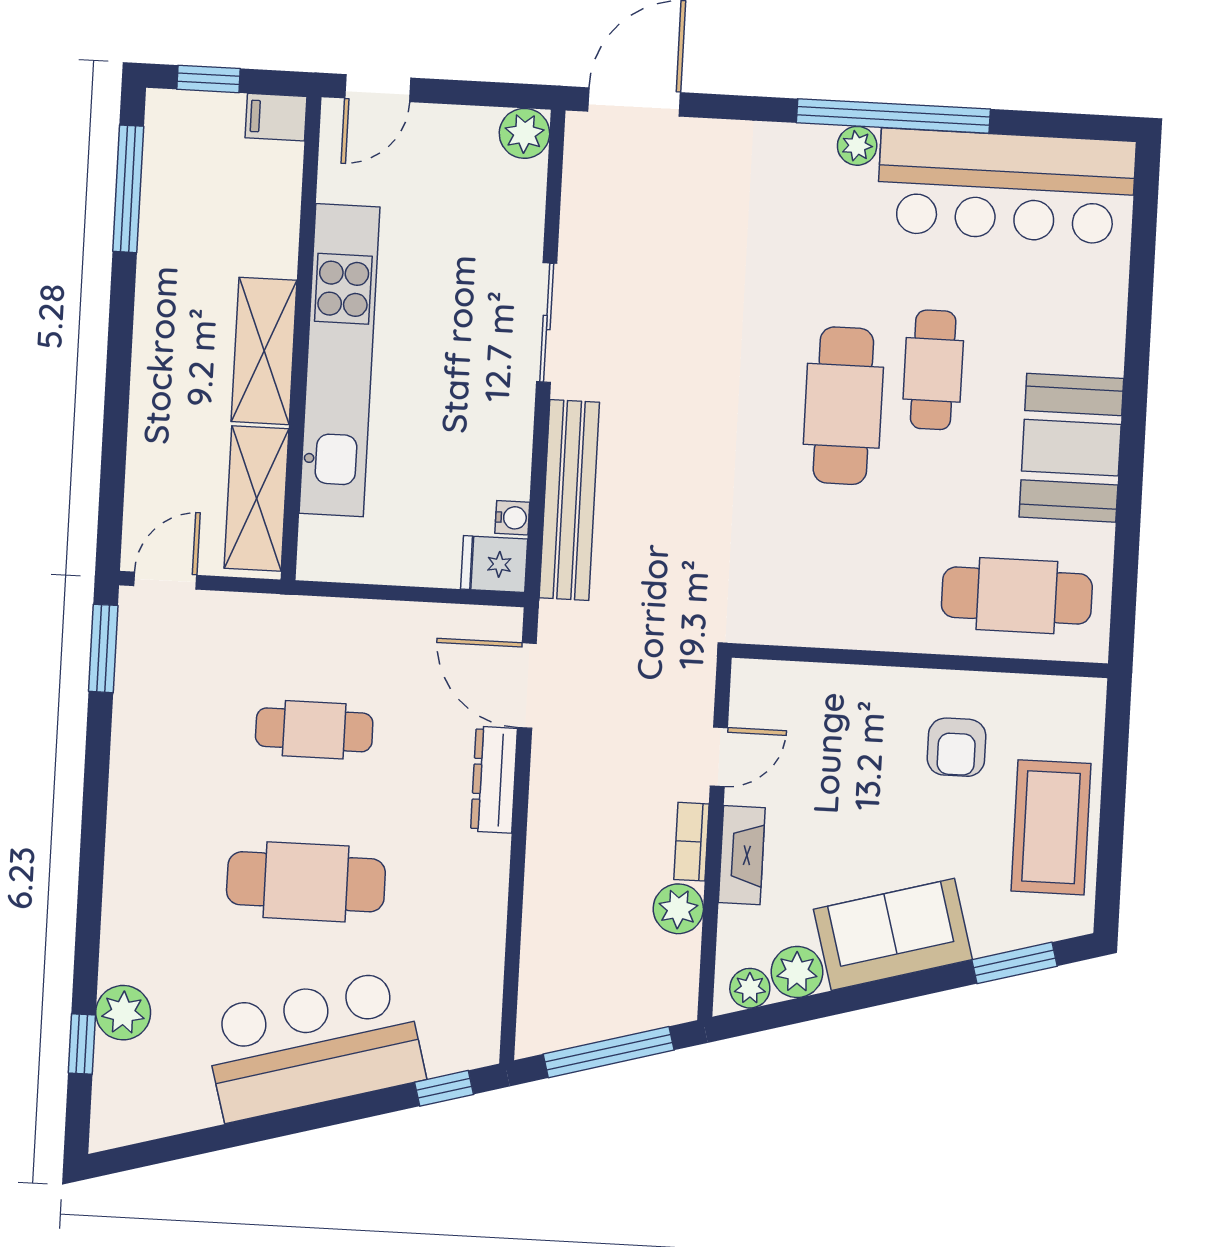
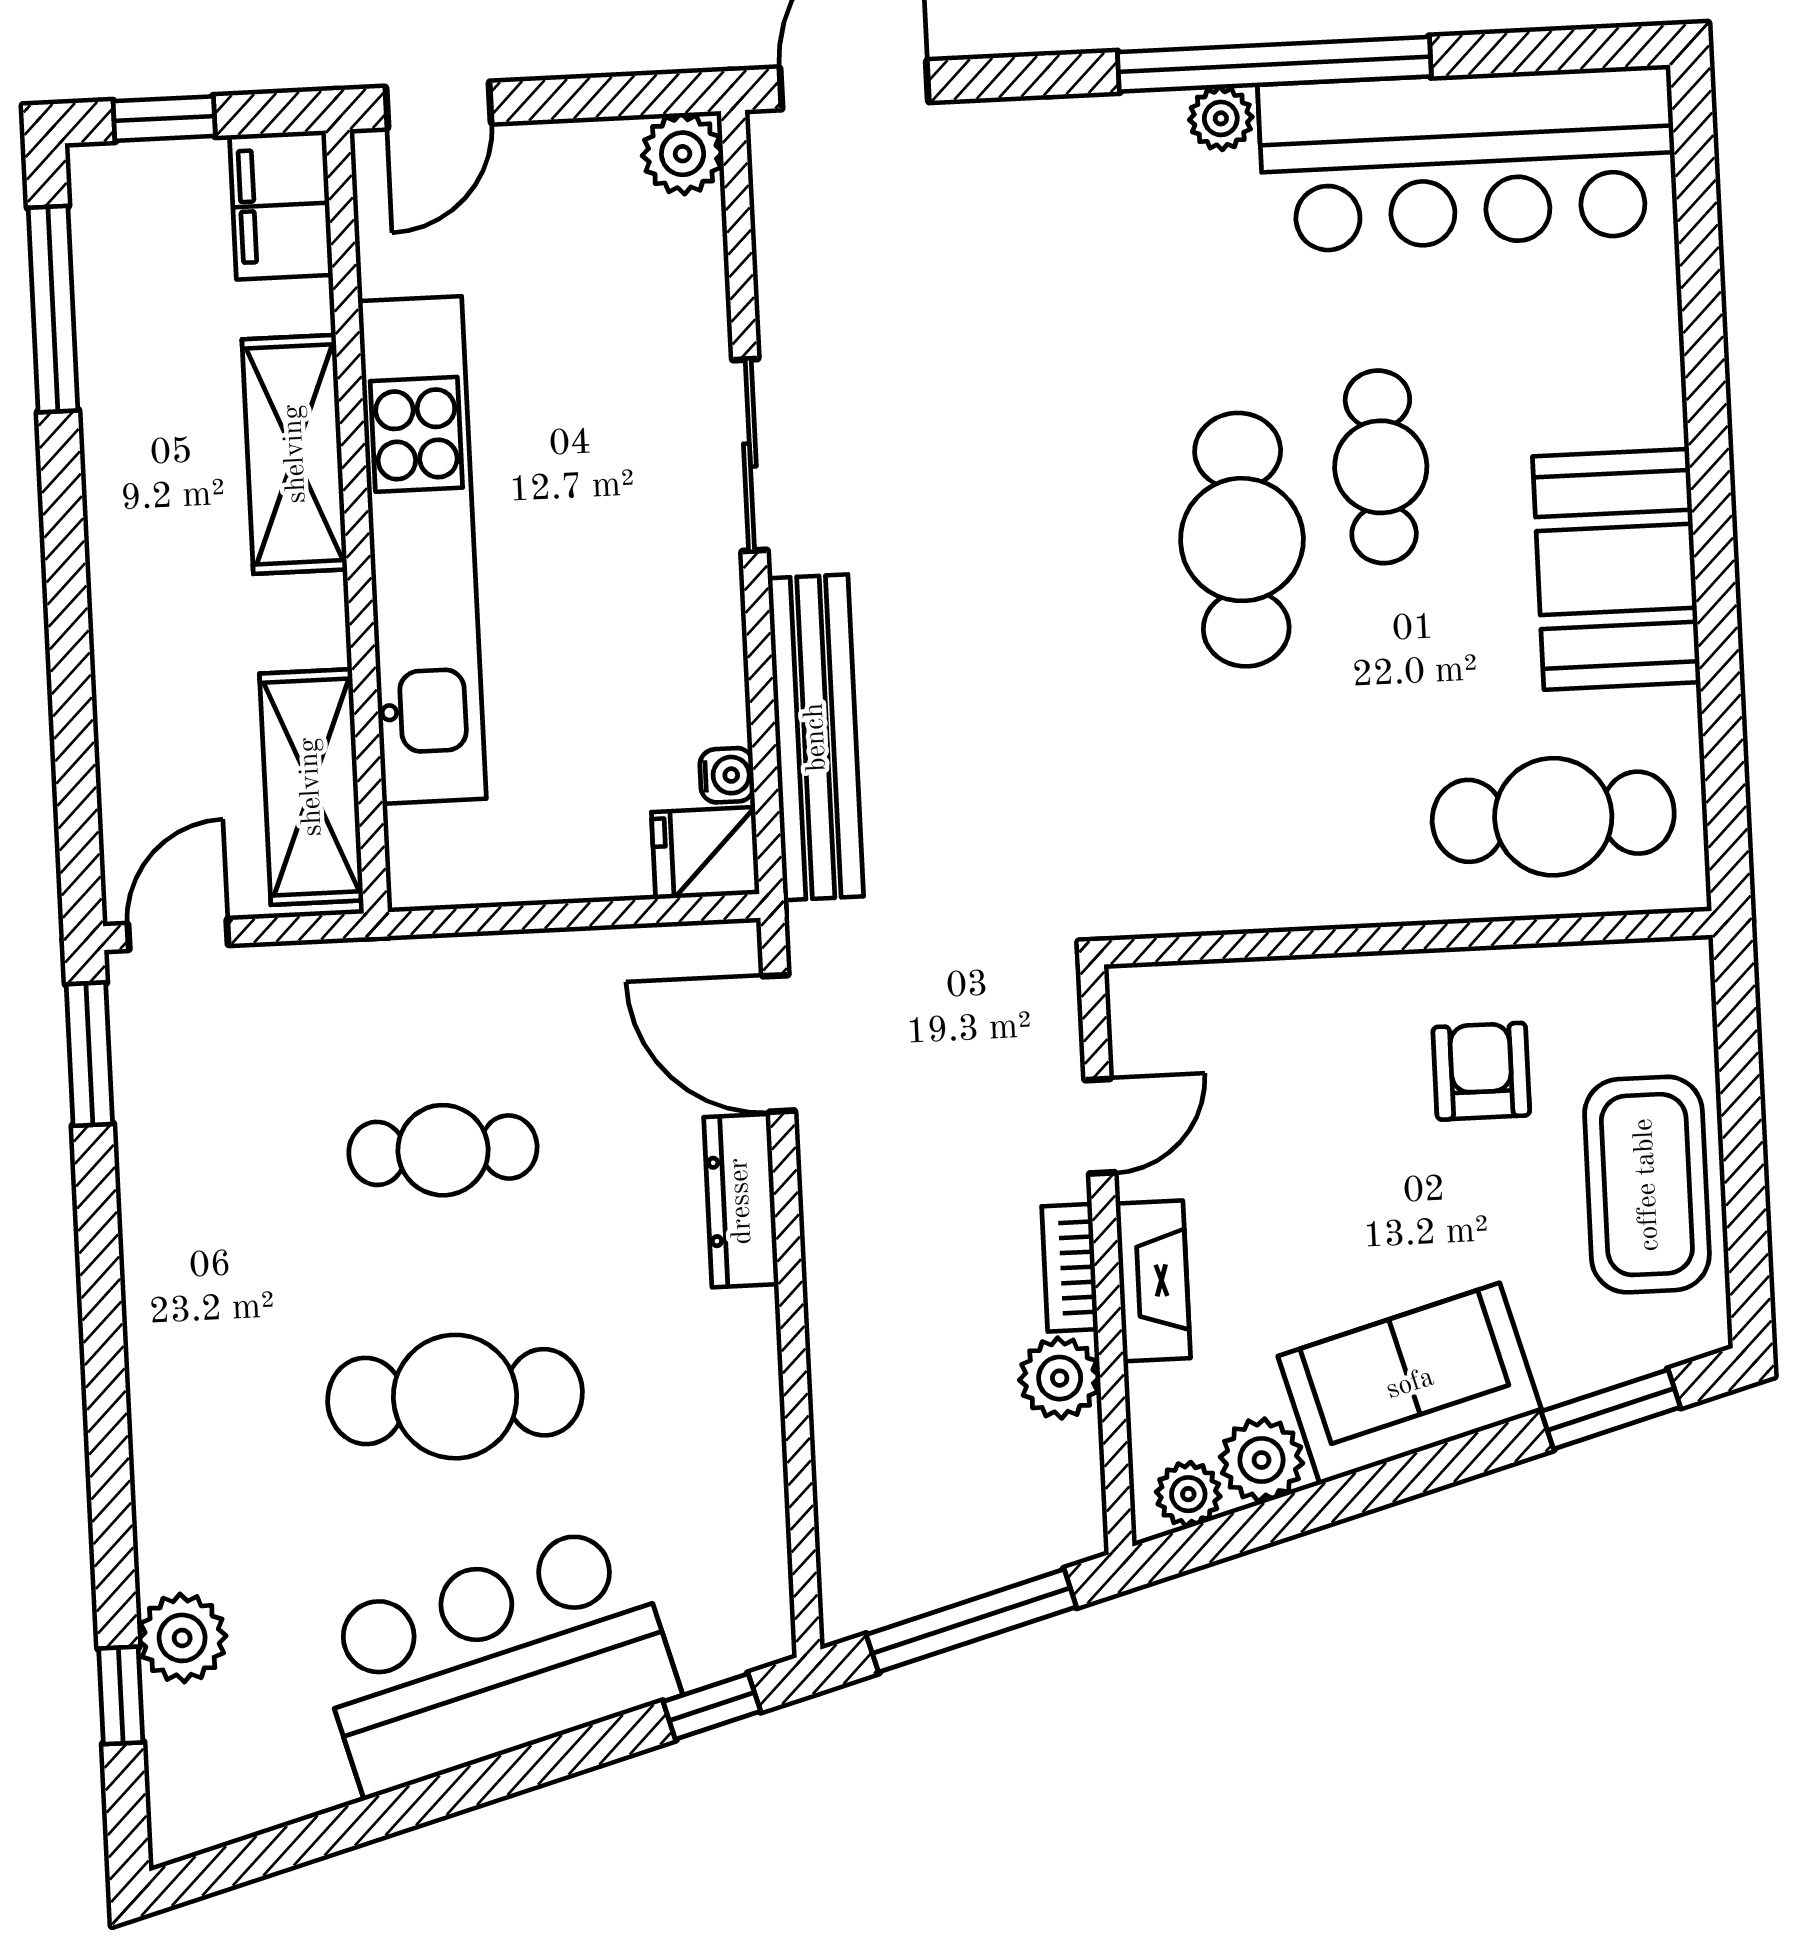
filing cabinet: (276, 117) -> (281, 205), width x2.00
shelving: (264, 351) -> (295, 454), moved
armchair: (957, 747) -> (1481, 1071), turned 180

